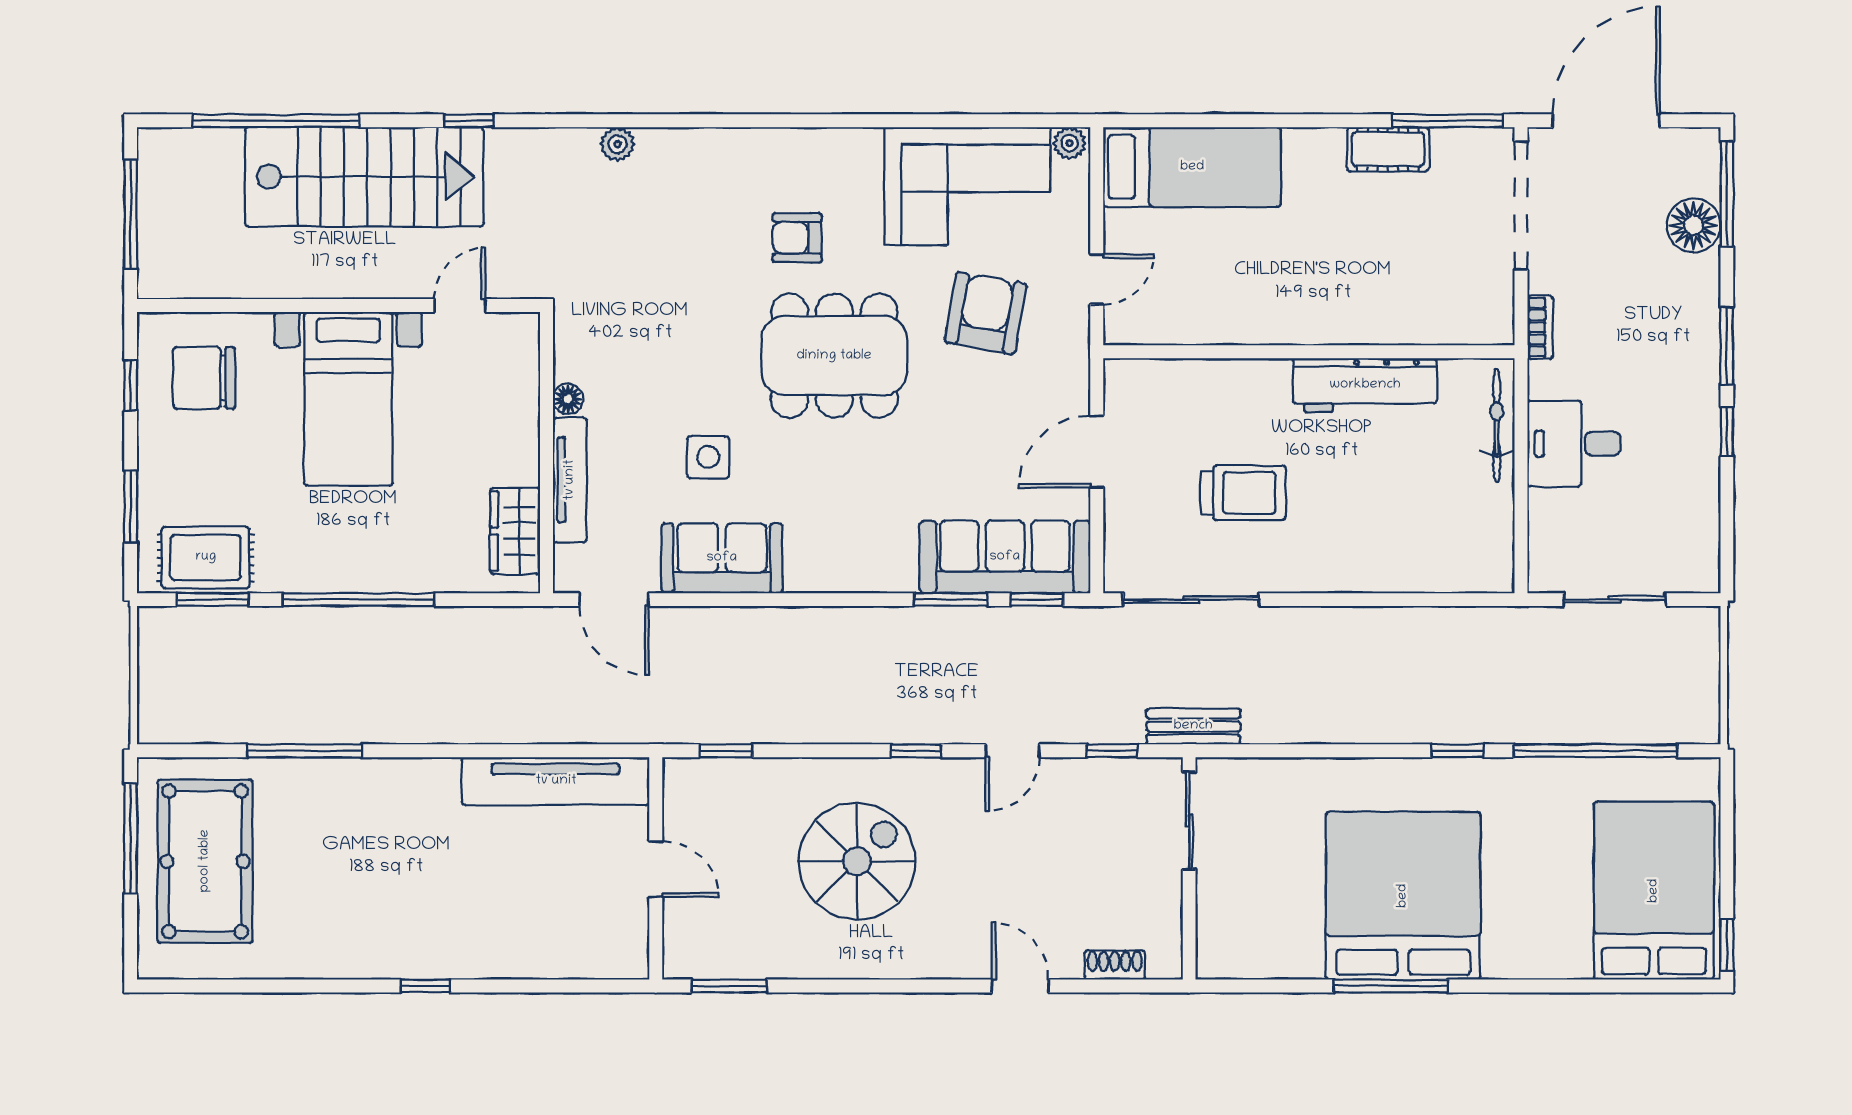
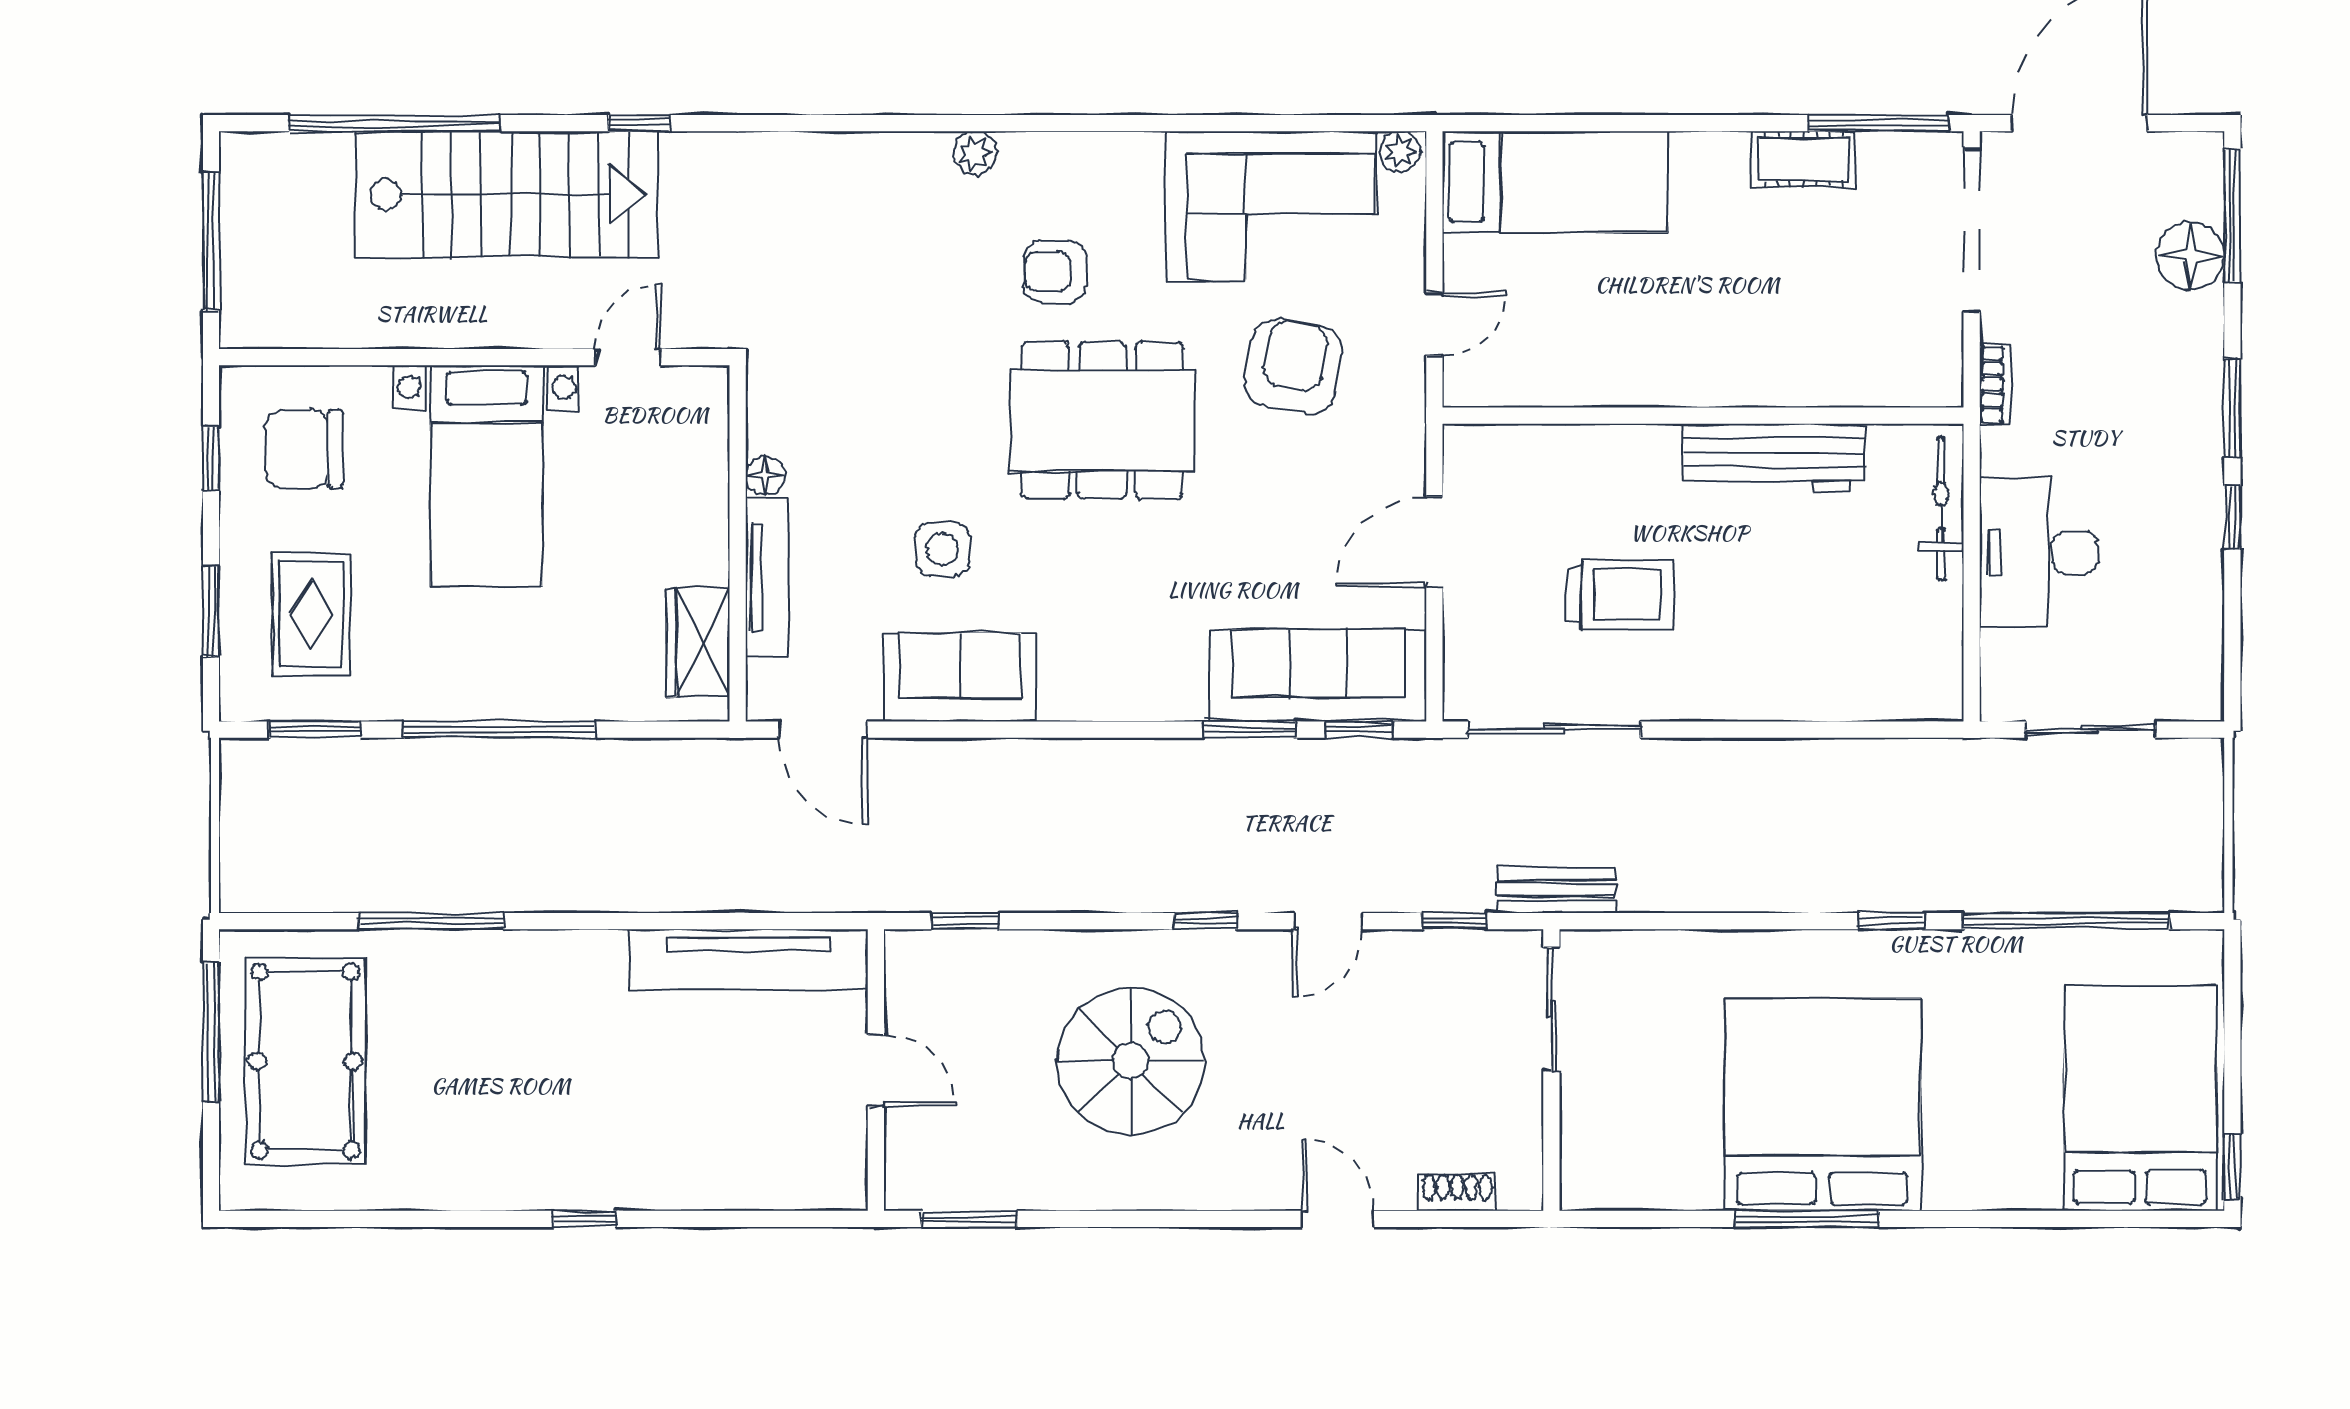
plant: (617, 144) -> (975, 153), moved
desk: (1574, 444) -> (2039, 552), width x1.37
rug: (206, 557) -> (311, 614), moved, turned 90

